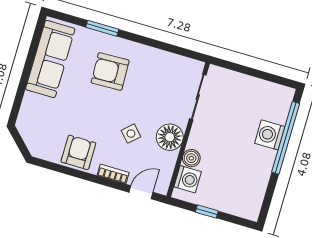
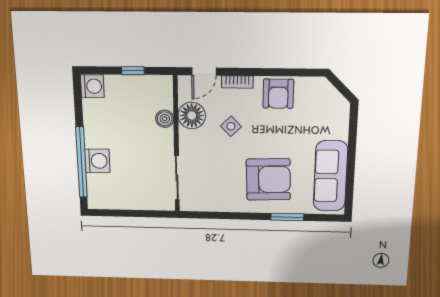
armchair: (110, 72) -> (268, 179), width x1.36, depth x1.36
floor lamp: (170, 137) -> (192, 116), moved
washing machine: (188, 179) -> (92, 86), moved, turned 180

